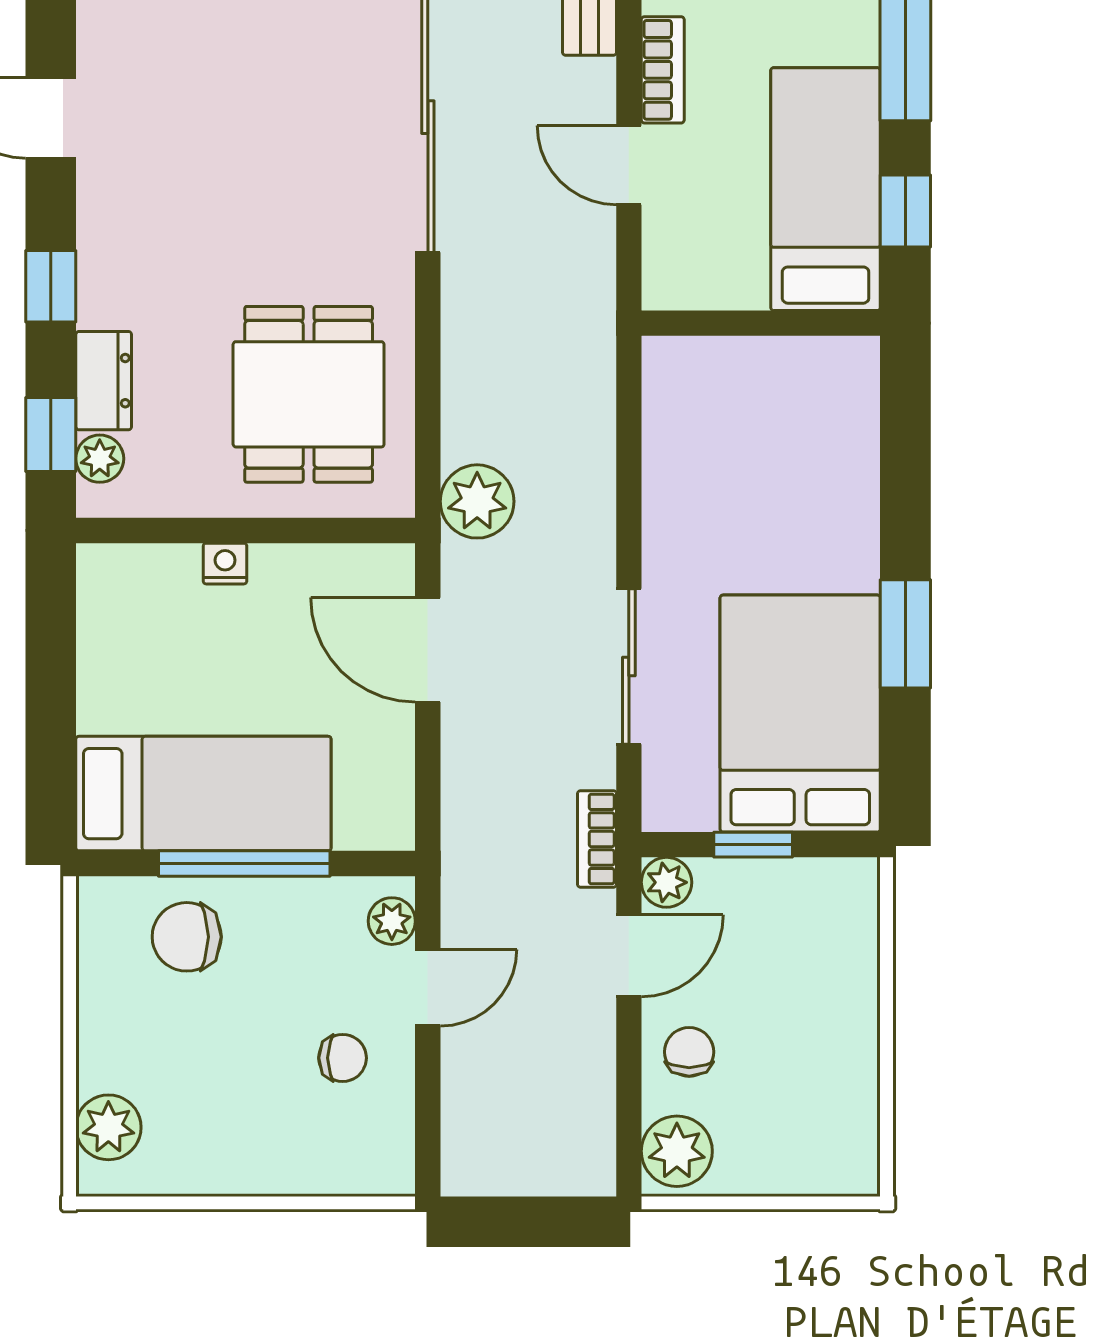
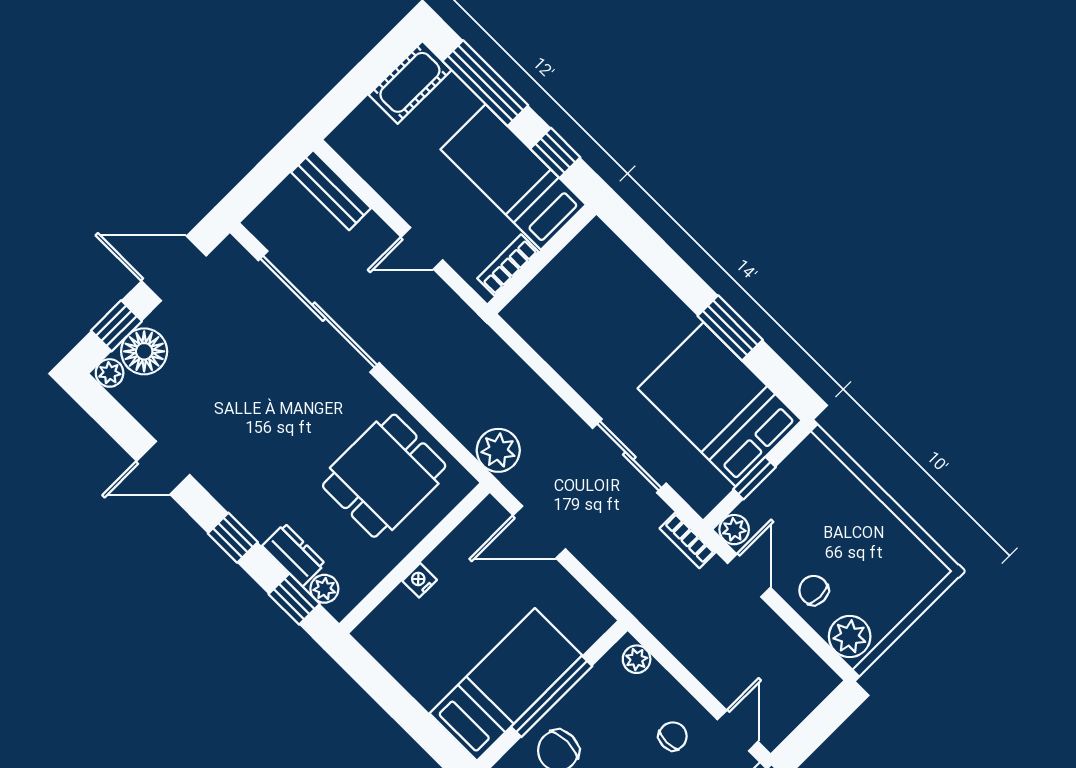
bookcase: (663, 70) -> (508, 265), moved, turned -90
dining table: (309, 394) -> (384, 476), turned 90
door: (428, 988) -> (738, 731), moved

